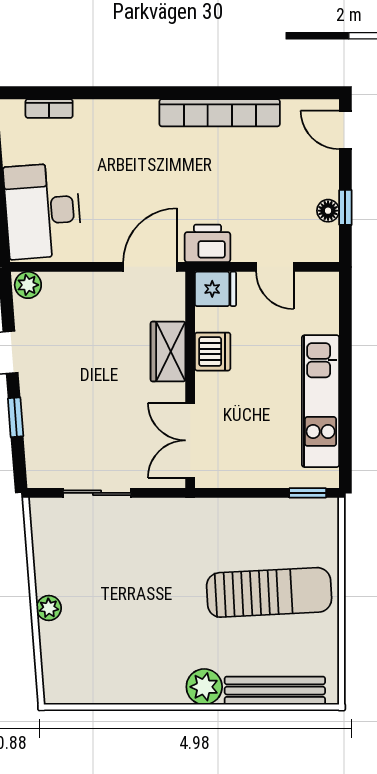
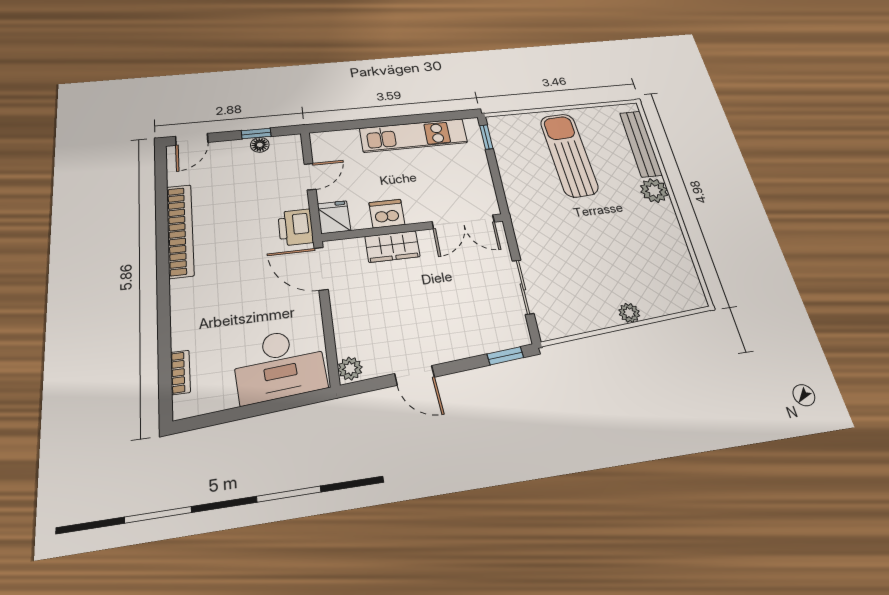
window: (16, 417) -> (505, 356), moved

